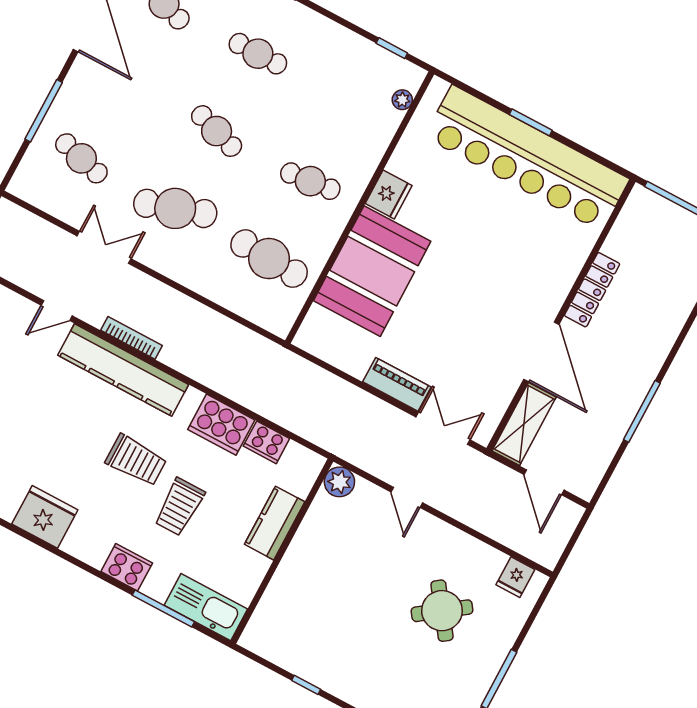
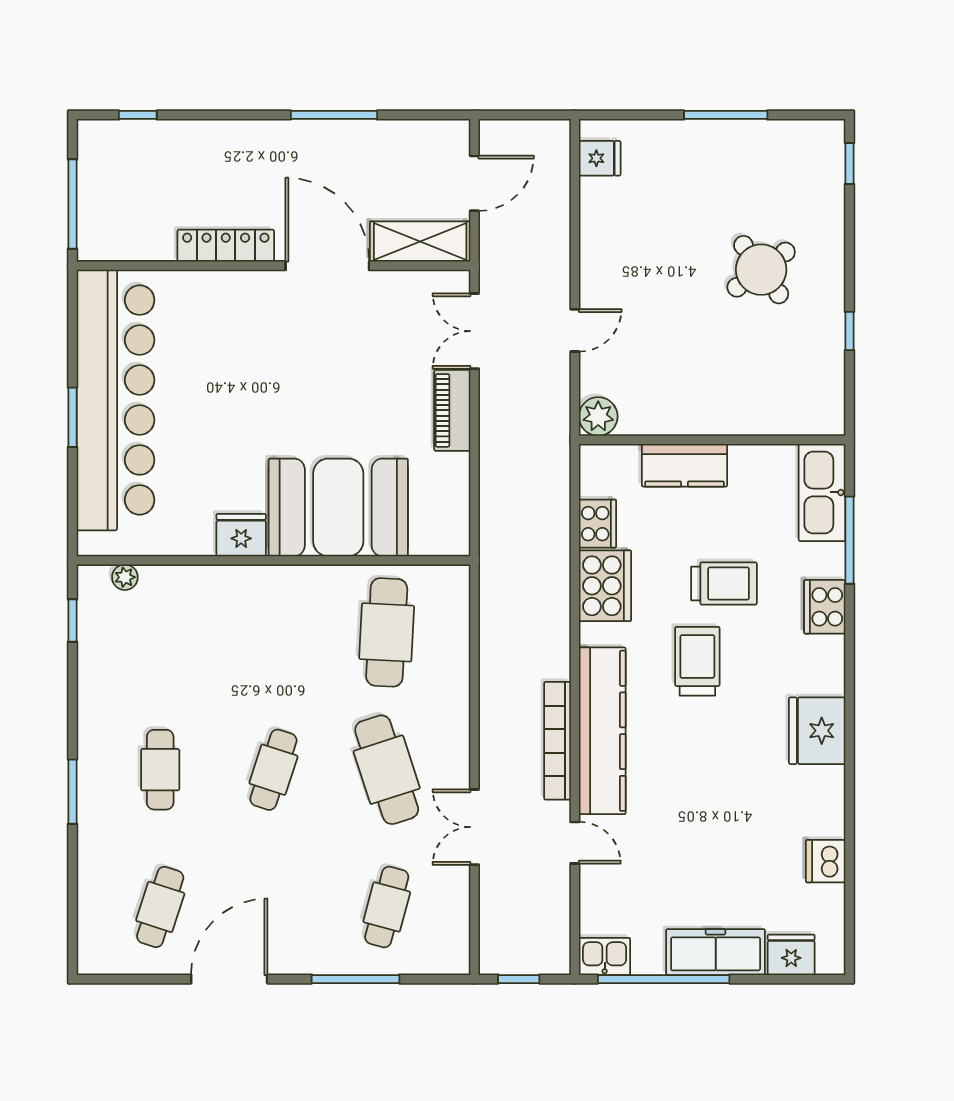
cafe table: (310, 181) -> (273, 632), removed
bookcase: (131, 338) -> (557, 741), width x1.48, depth x1.31
door: (541, 352) -> (327, 266), hinge flipped
round table: (442, 611) -> (761, 270), moved

